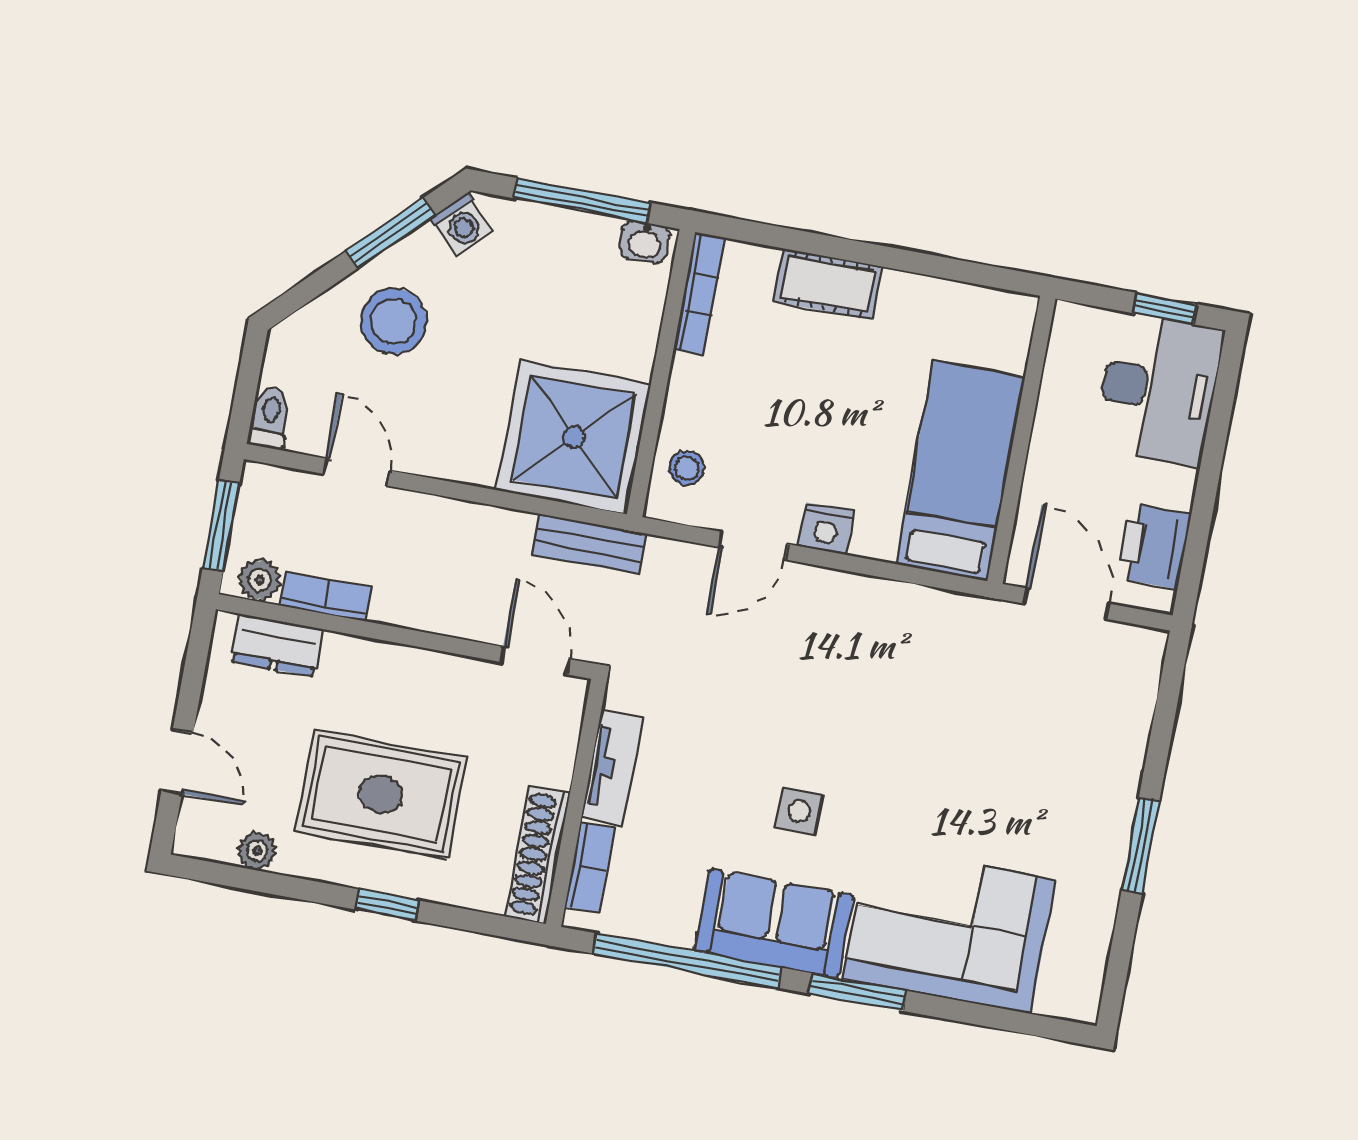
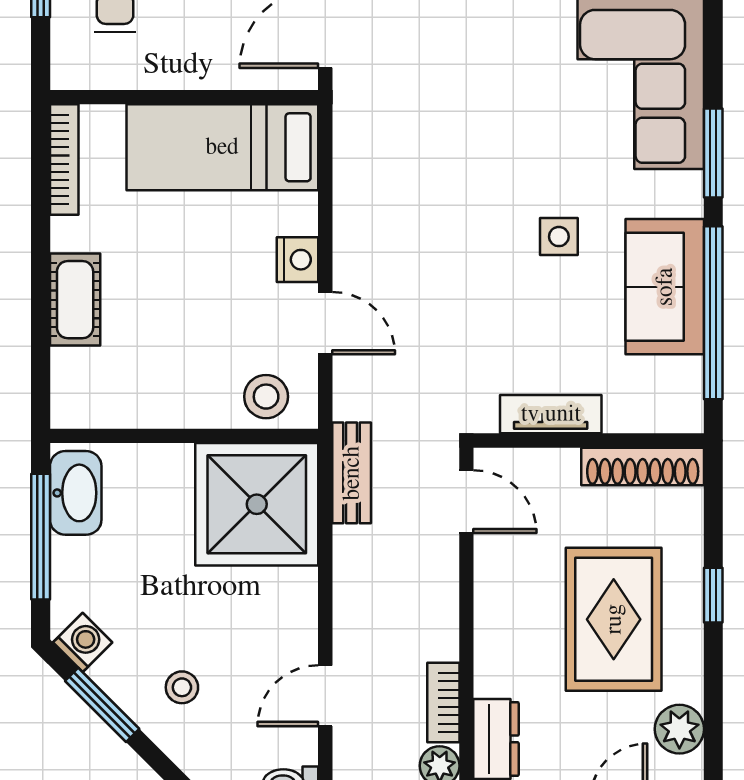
washbasin: (644, 242) -> (76, 493), width x1.91, depth x1.45
bookcase: (699, 294) -> (64, 159), moved, turned 90
stool: (394, 321) -> (182, 687), width x0.53, depth x0.53
stool: (687, 468) -> (266, 397), width x1.37, depth x1.37
door: (535, 661) -> (466, 502), swing flipped
plant: (257, 851) -> (679, 729), width x1.38, depth x1.38
bookcase: (590, 867) -> (645, 418), removed
sofa: (774, 923) -> (665, 287), moved

